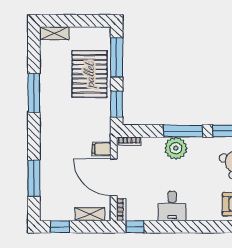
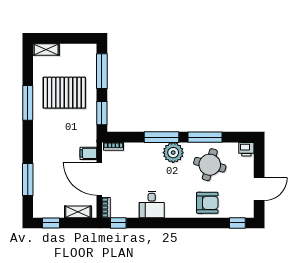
pallet: (89, 74) -> (64, 93), moved, turned 90
plant: (176, 148) -> (173, 153), moved

